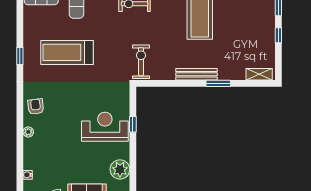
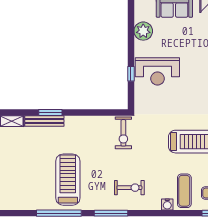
bench: (197, 74) -> (44, 121), moved

